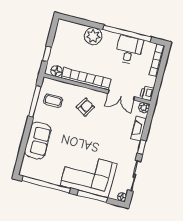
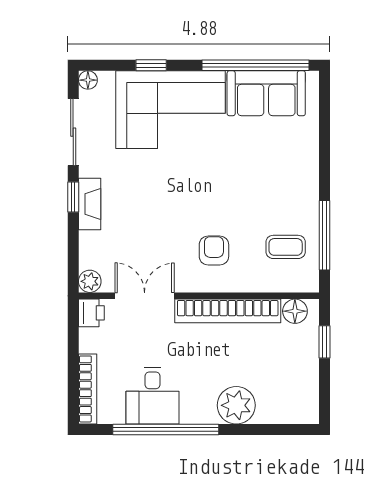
armchair: (85, 107) -> (214, 251), turned 148
fireplace: (139, 129) -> (90, 204), moved
sofa: (38, 140) -> (266, 93), moved, turned -90
window: (92, 196) -> (151, 65), width x0.46

